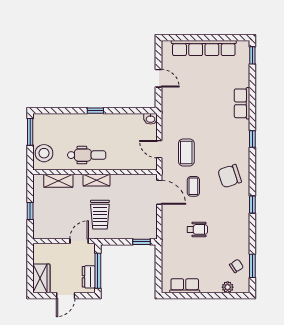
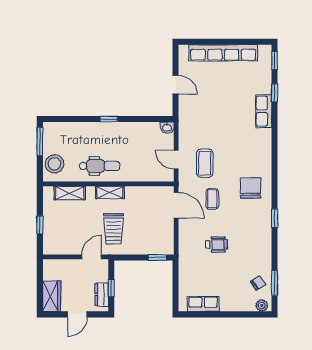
window: (252, 139) -> (275, 93), moved
chair: (230, 176) -> (251, 188), turned 108
window: (98, 271) -> (111, 288), width x0.46
plant: (228, 287) -> (262, 305), moved

